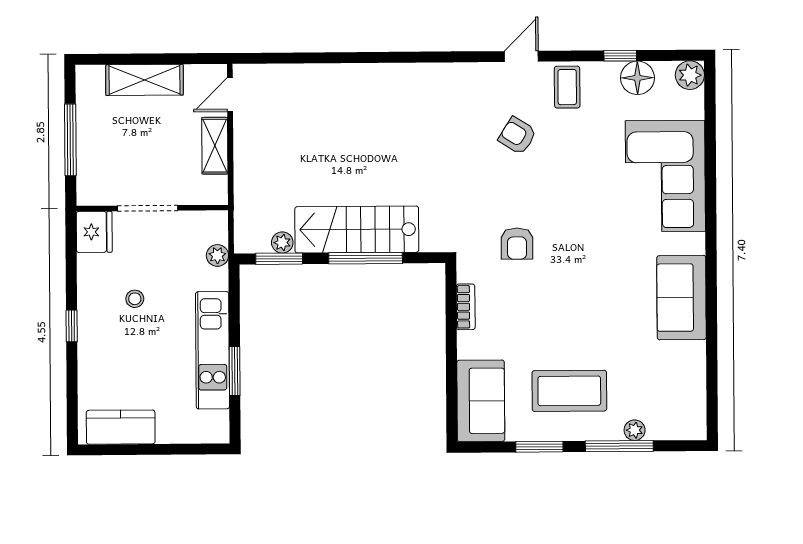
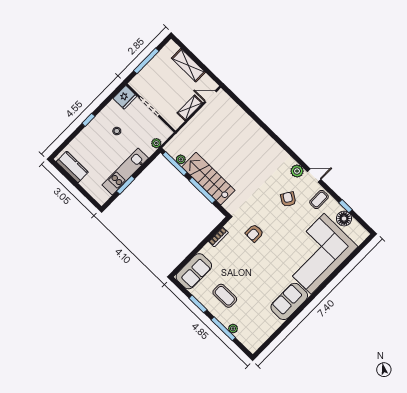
plant: (690, 75) -> (297, 171), moved
corner sofa: (665, 176) -> (318, 254), width x1.36, depth x1.36
window: (279, 259) -> (175, 164), width x1.44
coffee table: (569, 391) -> (225, 296), width x0.73, depth x0.76

